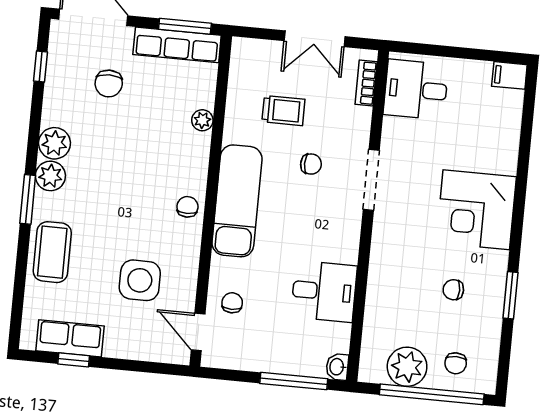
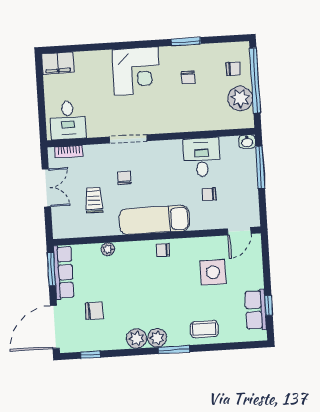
filing cabinet: (509, 75) -> (58, 63), width x2.00
coffee table: (52, 252) -> (204, 329), width x0.73, depth x0.77
chair: (232, 303) -> (209, 194), moved

